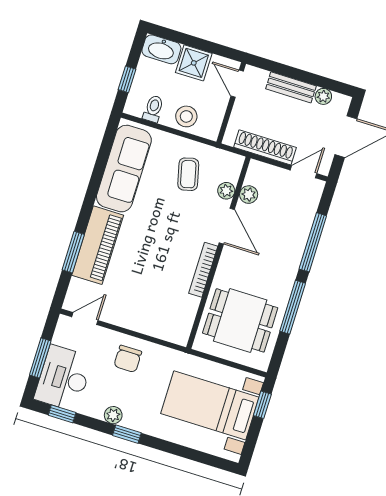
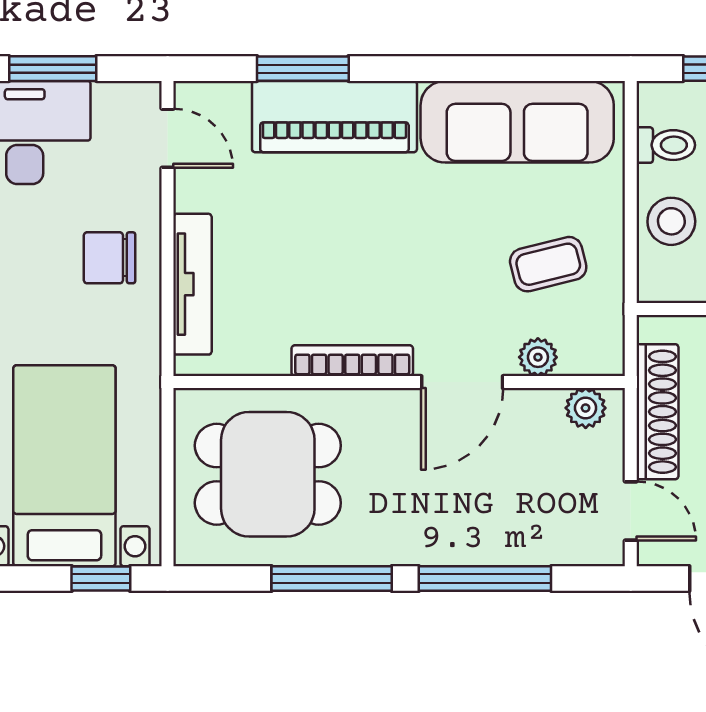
plant: (249, 195) -> (586, 408), moved
dining table: (240, 320) -> (268, 474), turned 90
tv unit: (150, 327) -> (193, 284), added

